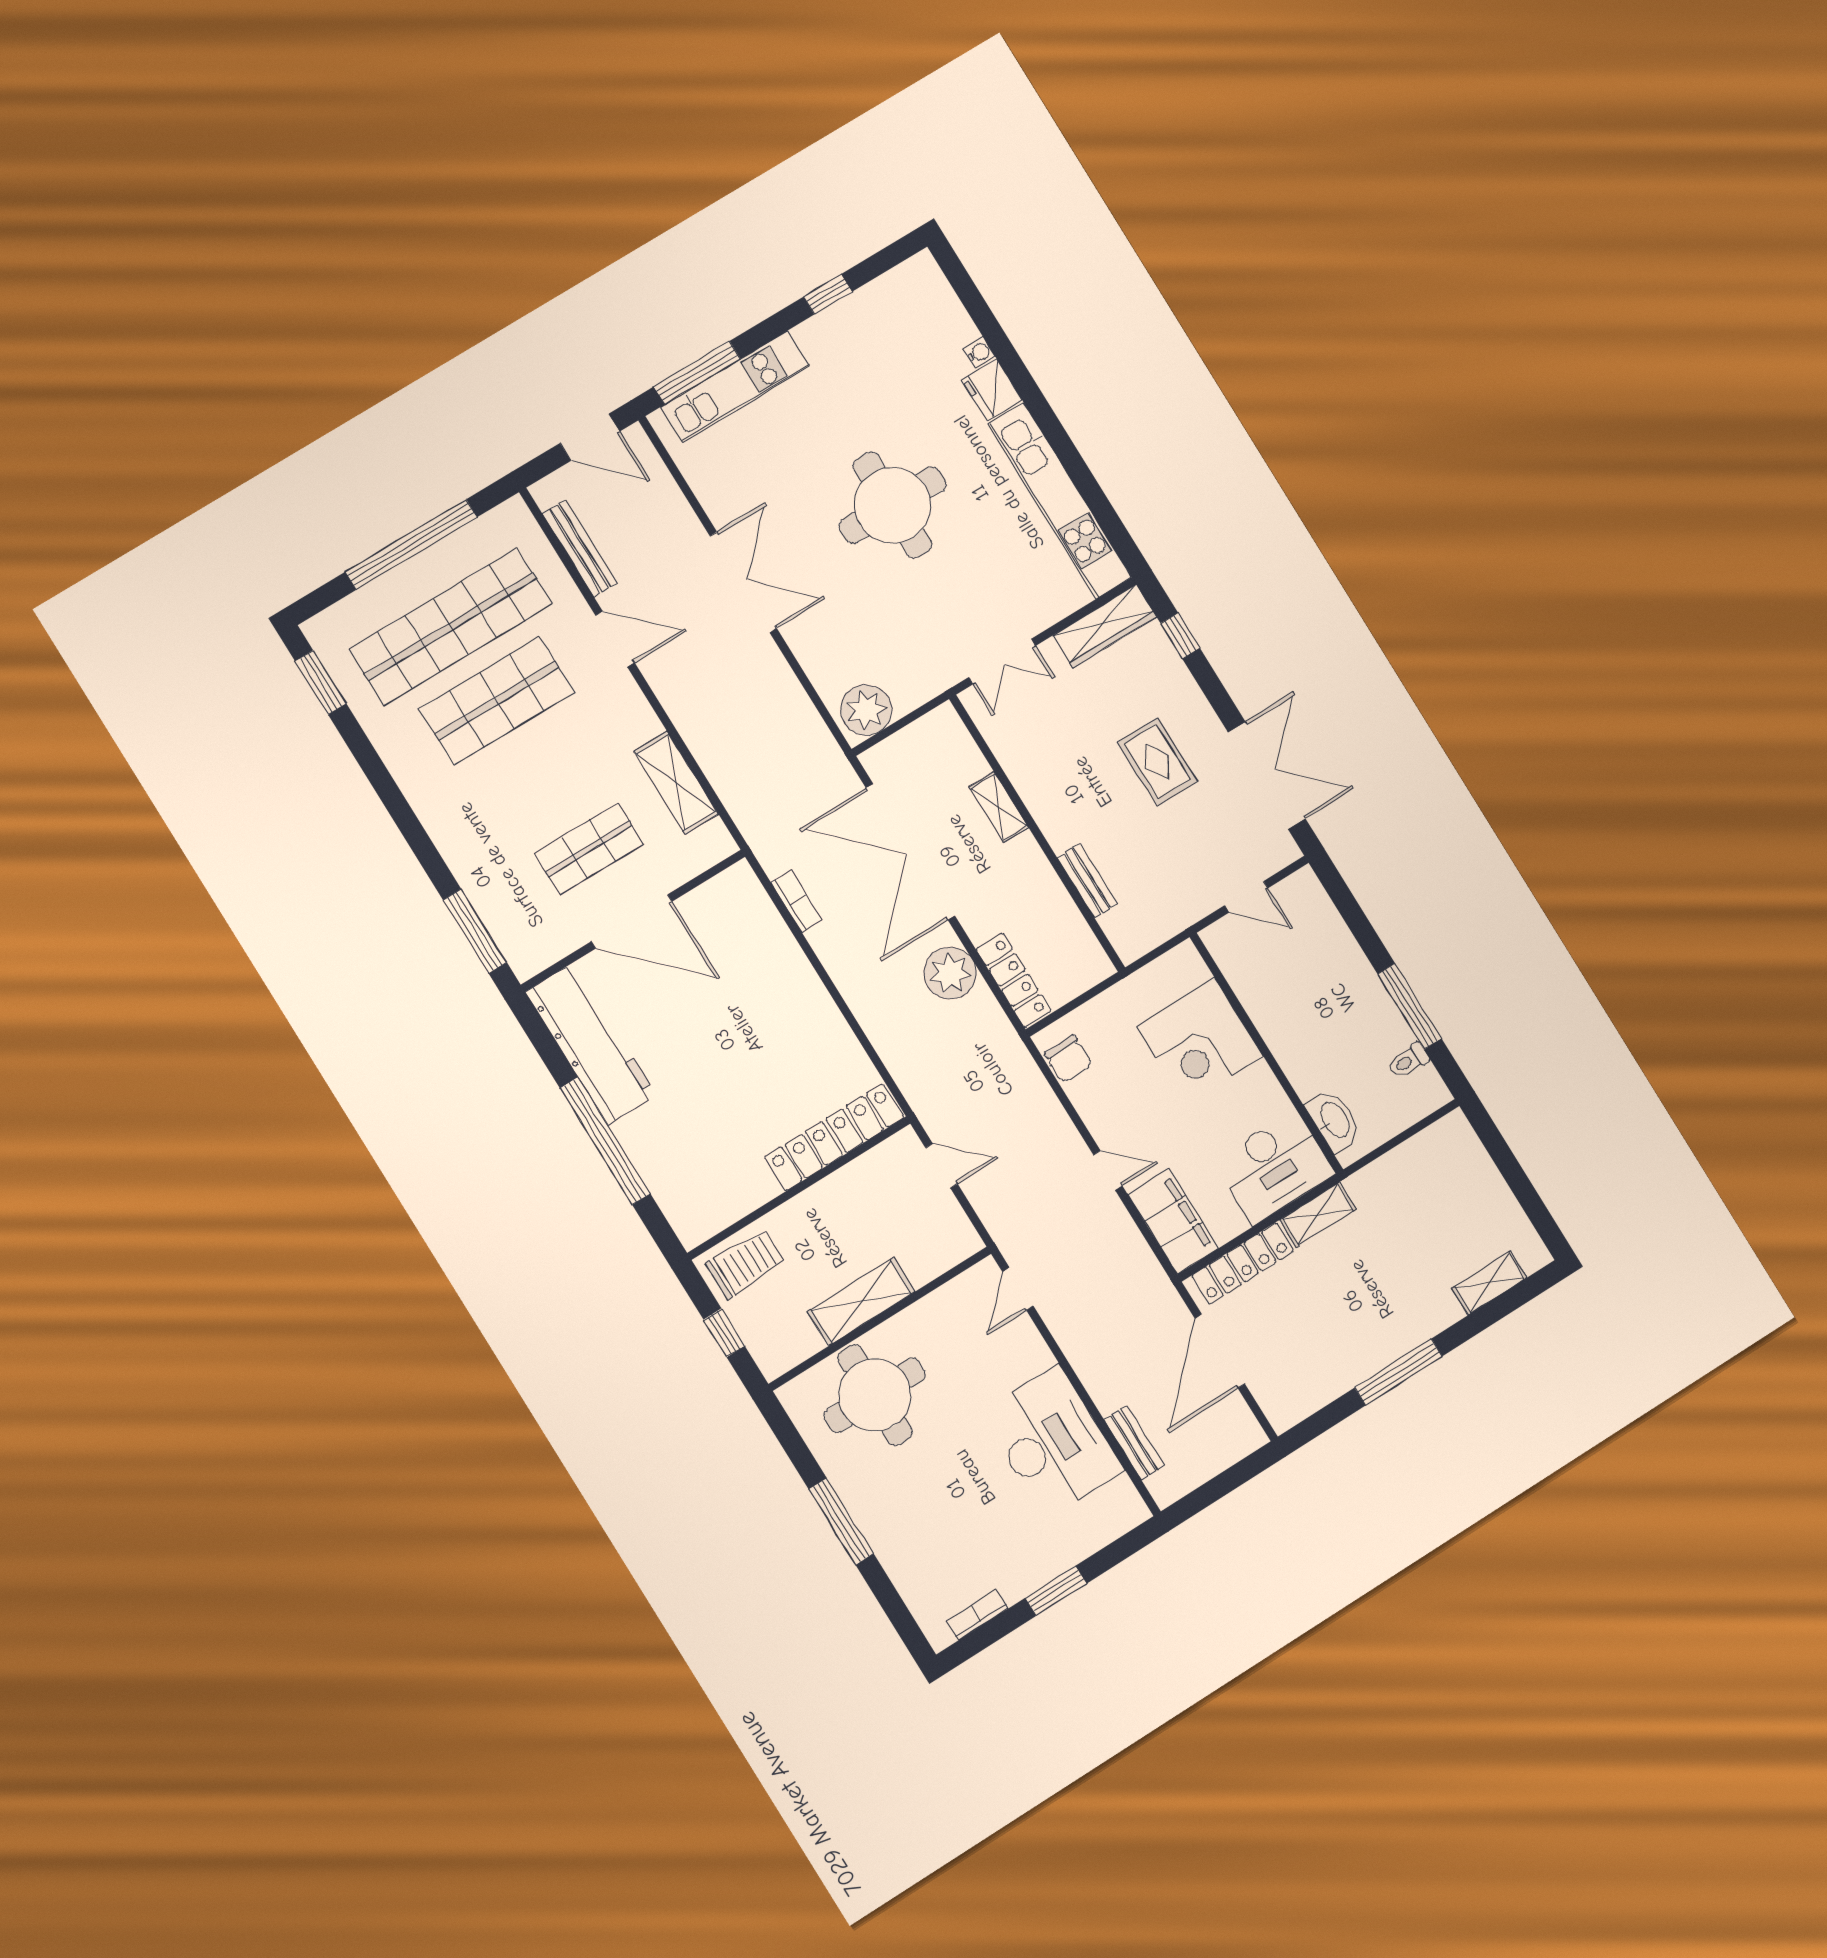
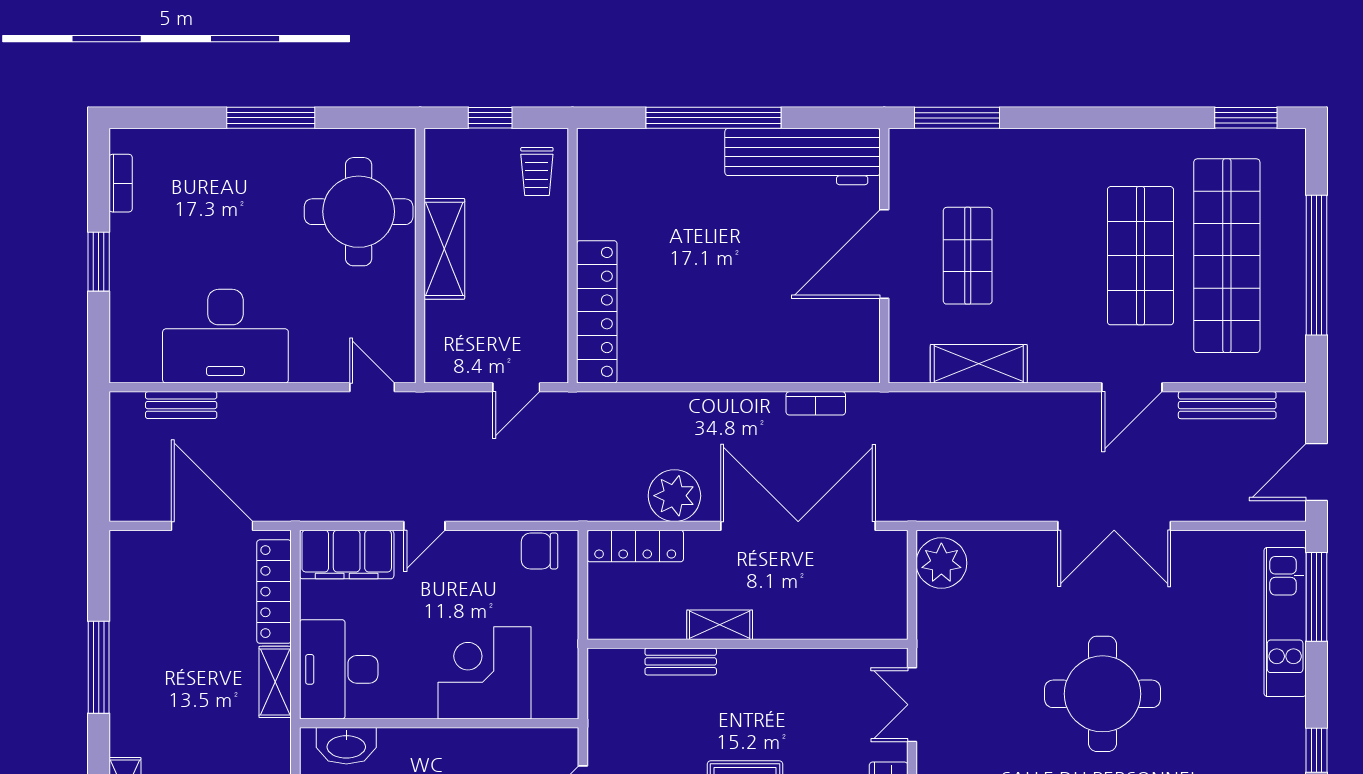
shelving: (999, 807) -> (720, 625), moved
trolley: (746, 1264) -> (537, 172), width x0.73, depth x0.72

